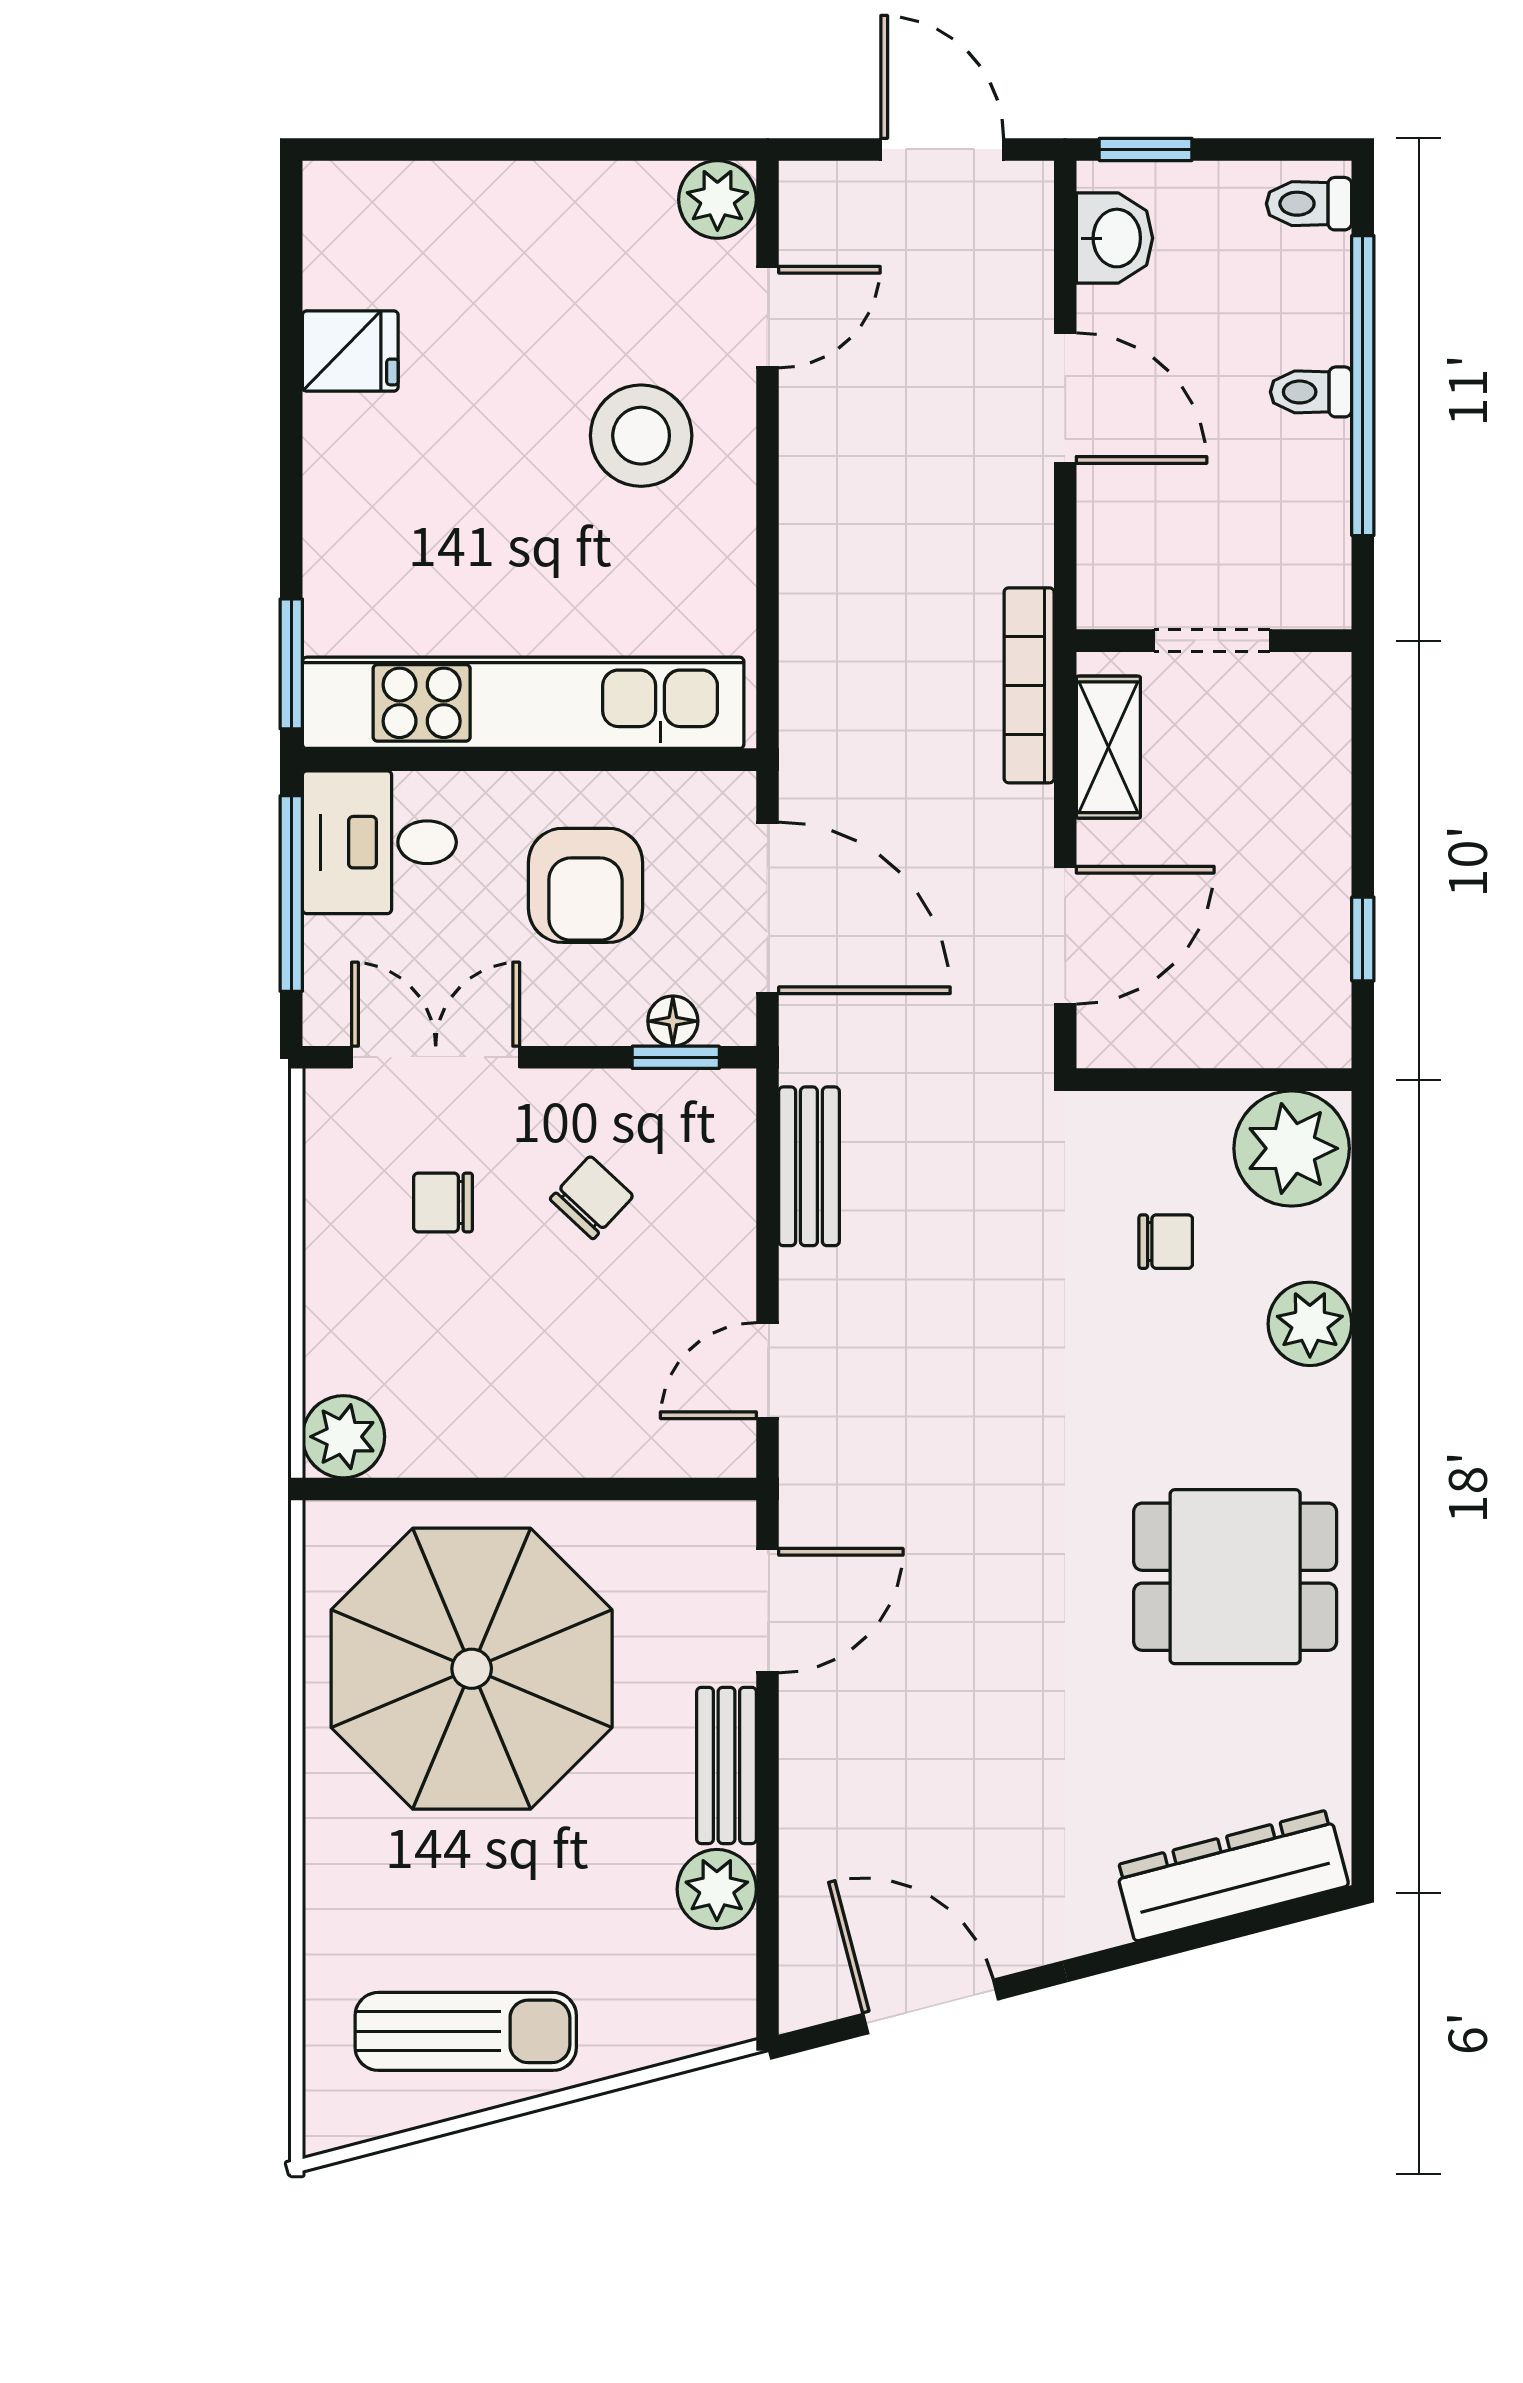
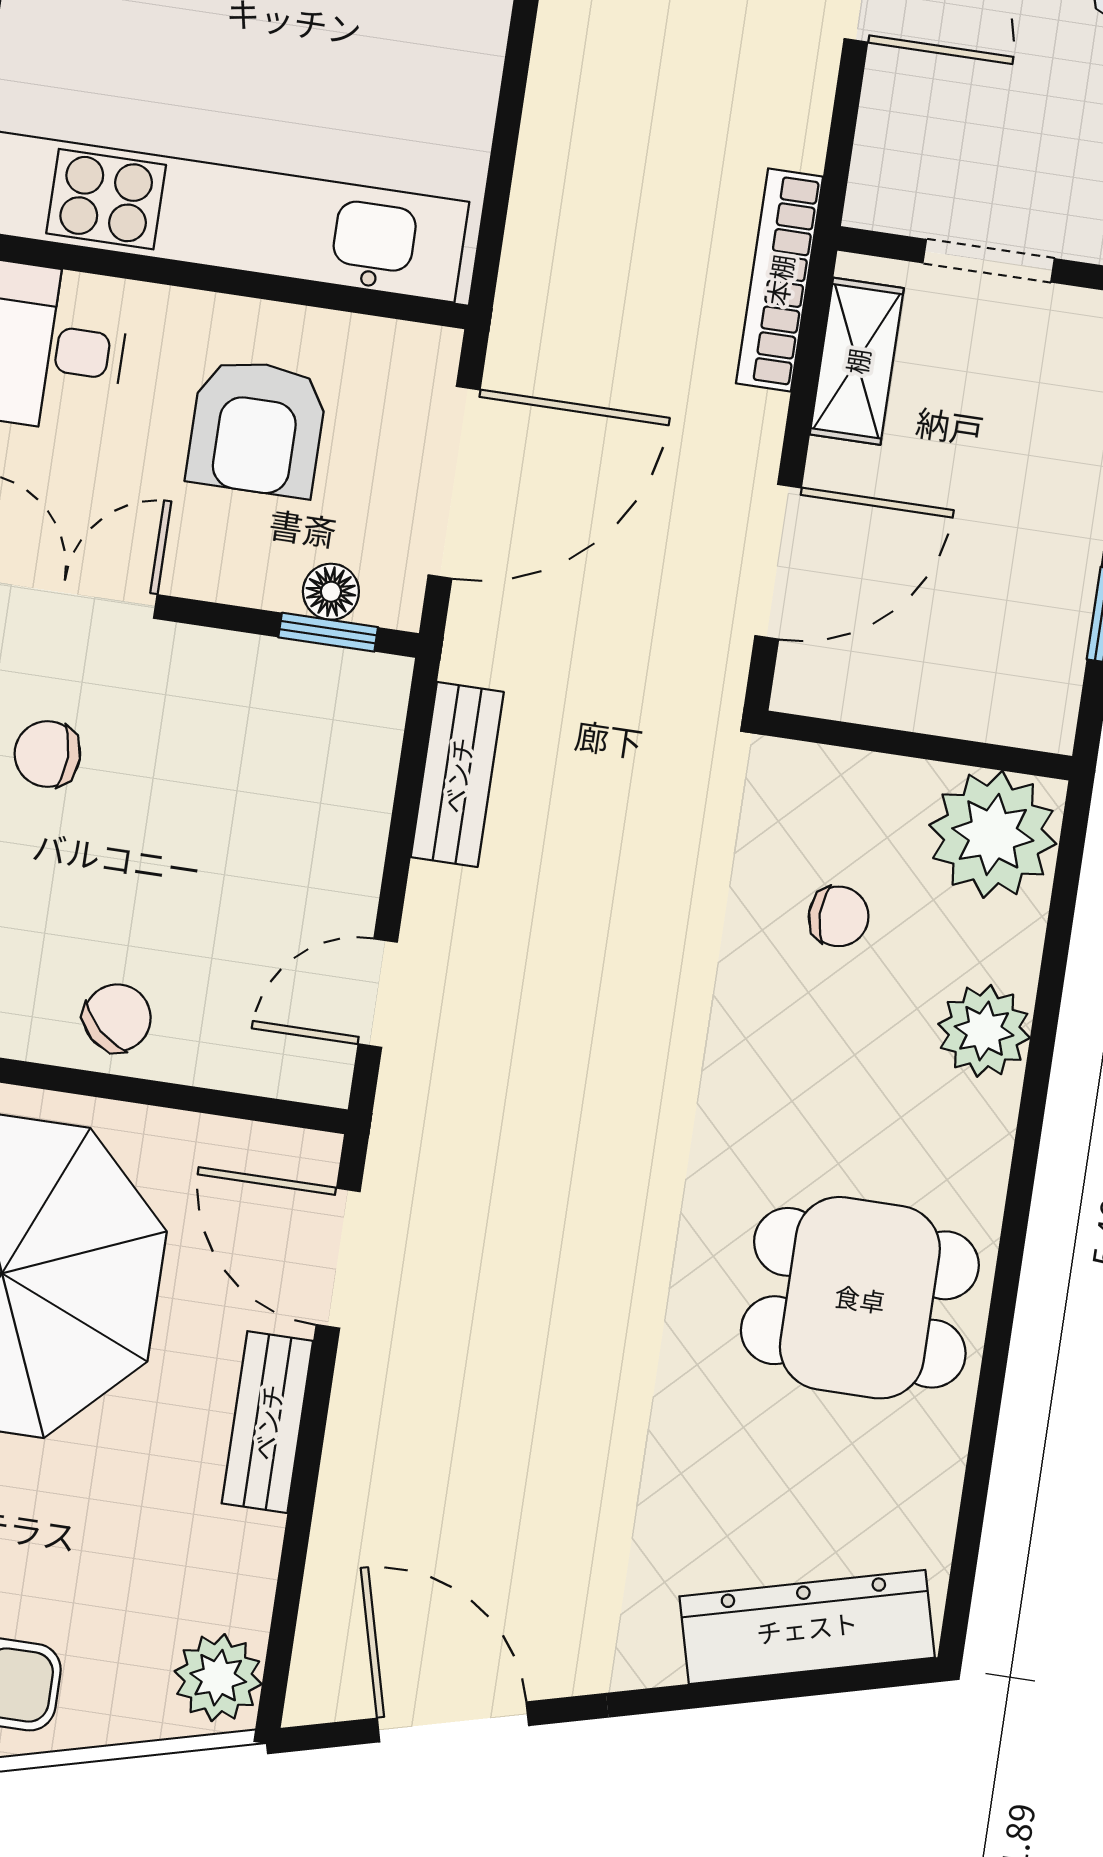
door: (768, 908) -> (454, 482), hinge flipped
chair: (592, 1197) -> (117, 1018), moved
door: (768, 1611) -> (338, 1258), swing flipped
plant: (717, 1889) -> (218, 1678), moved

